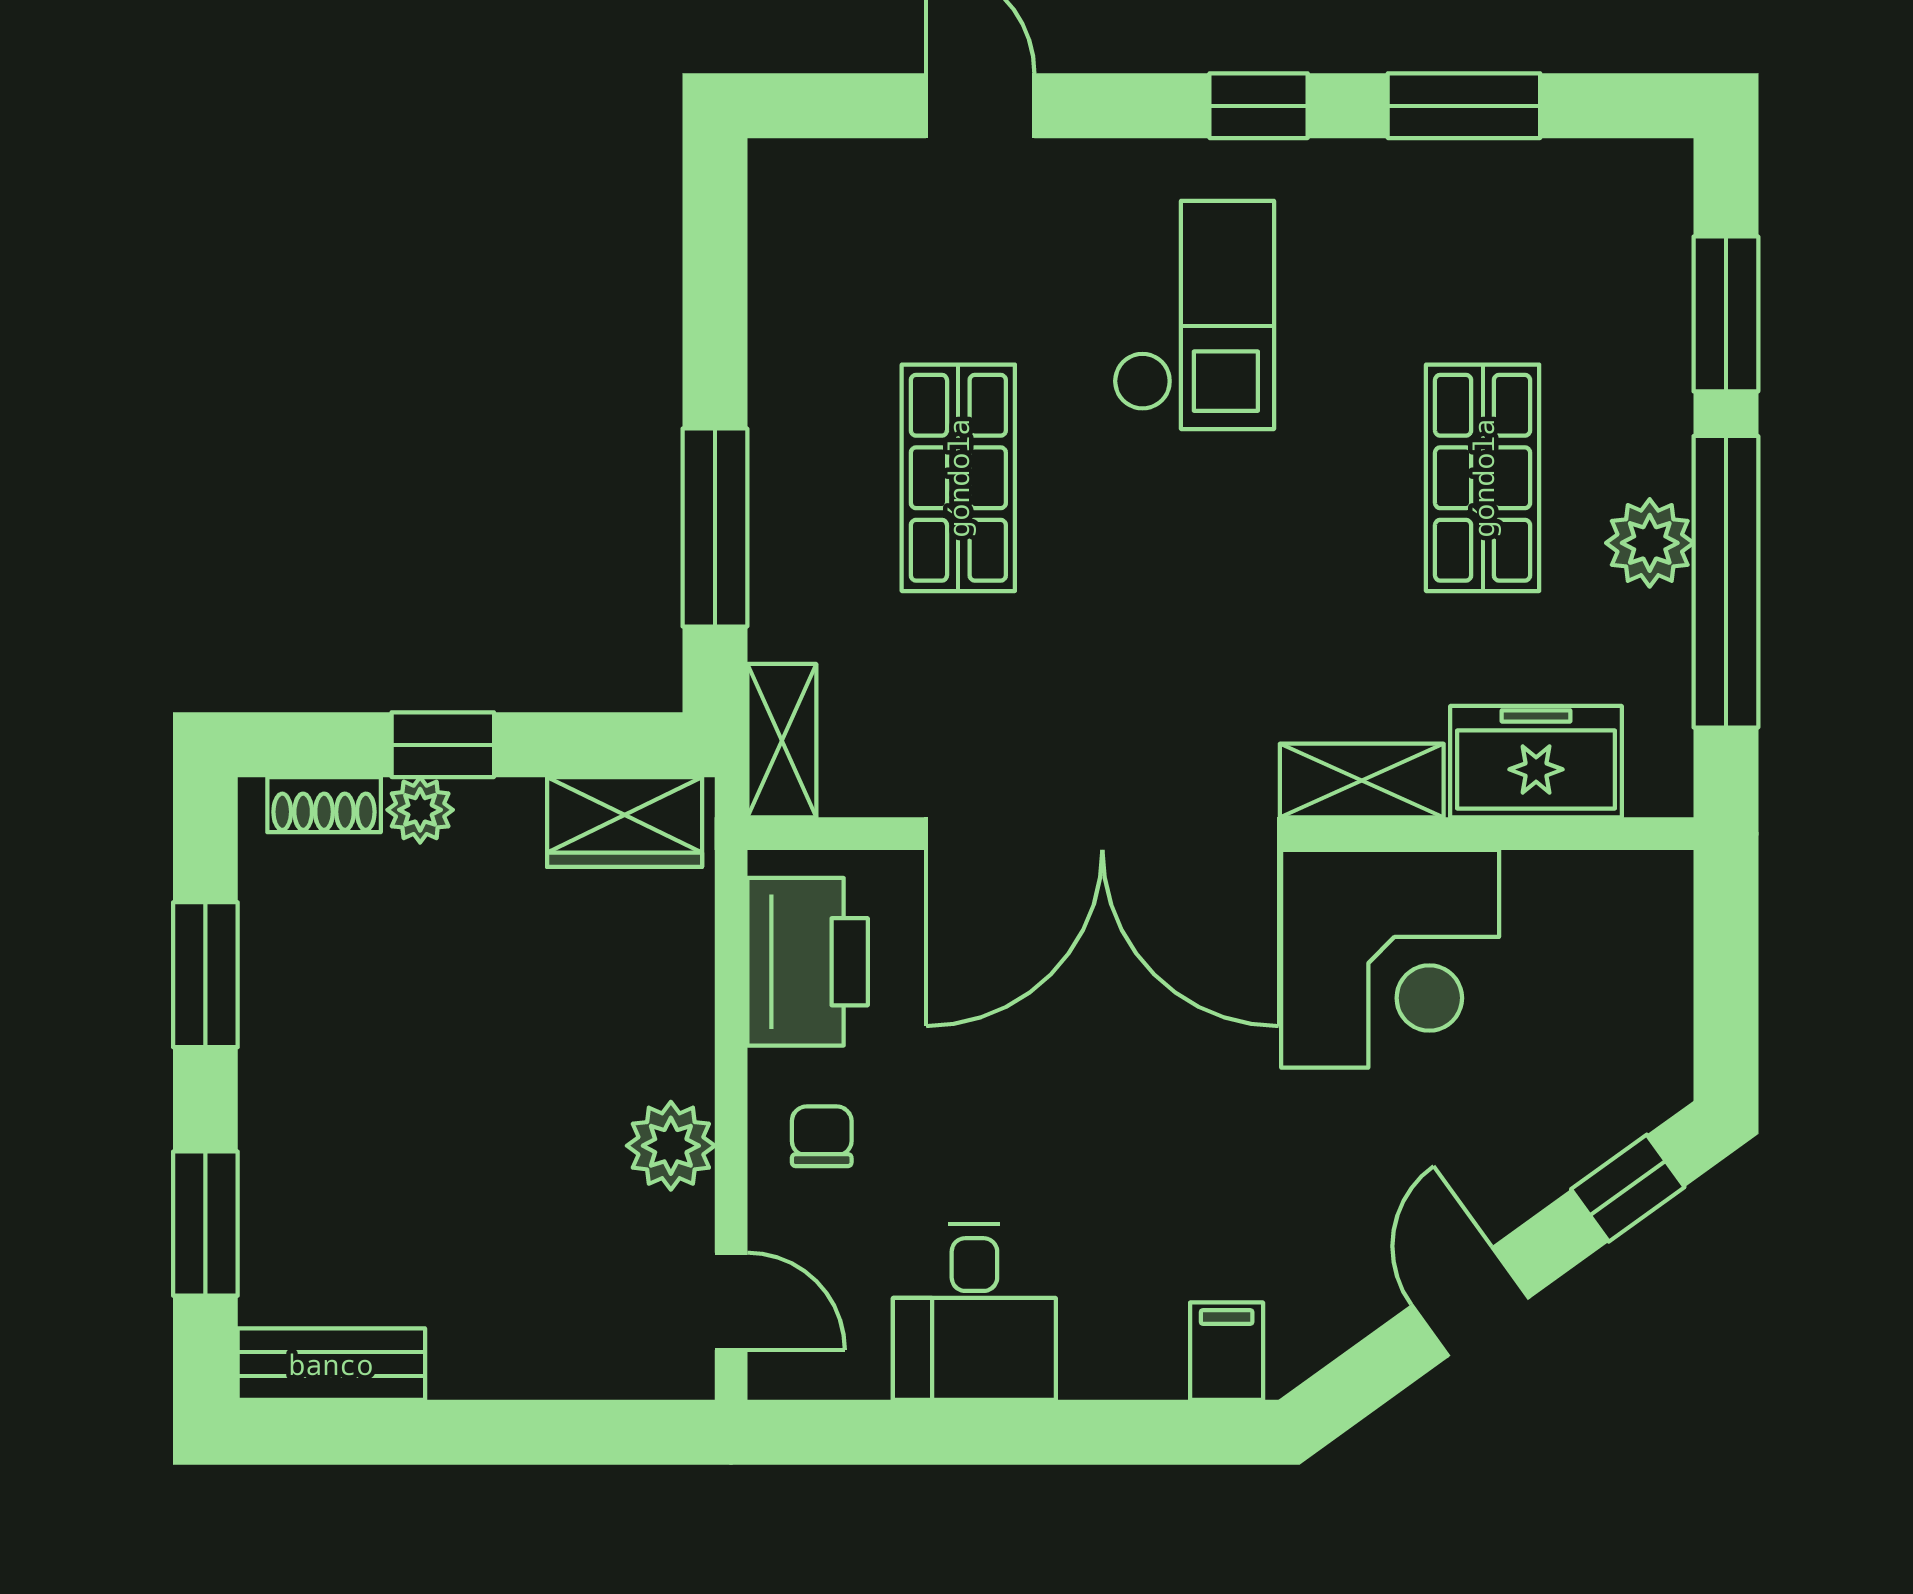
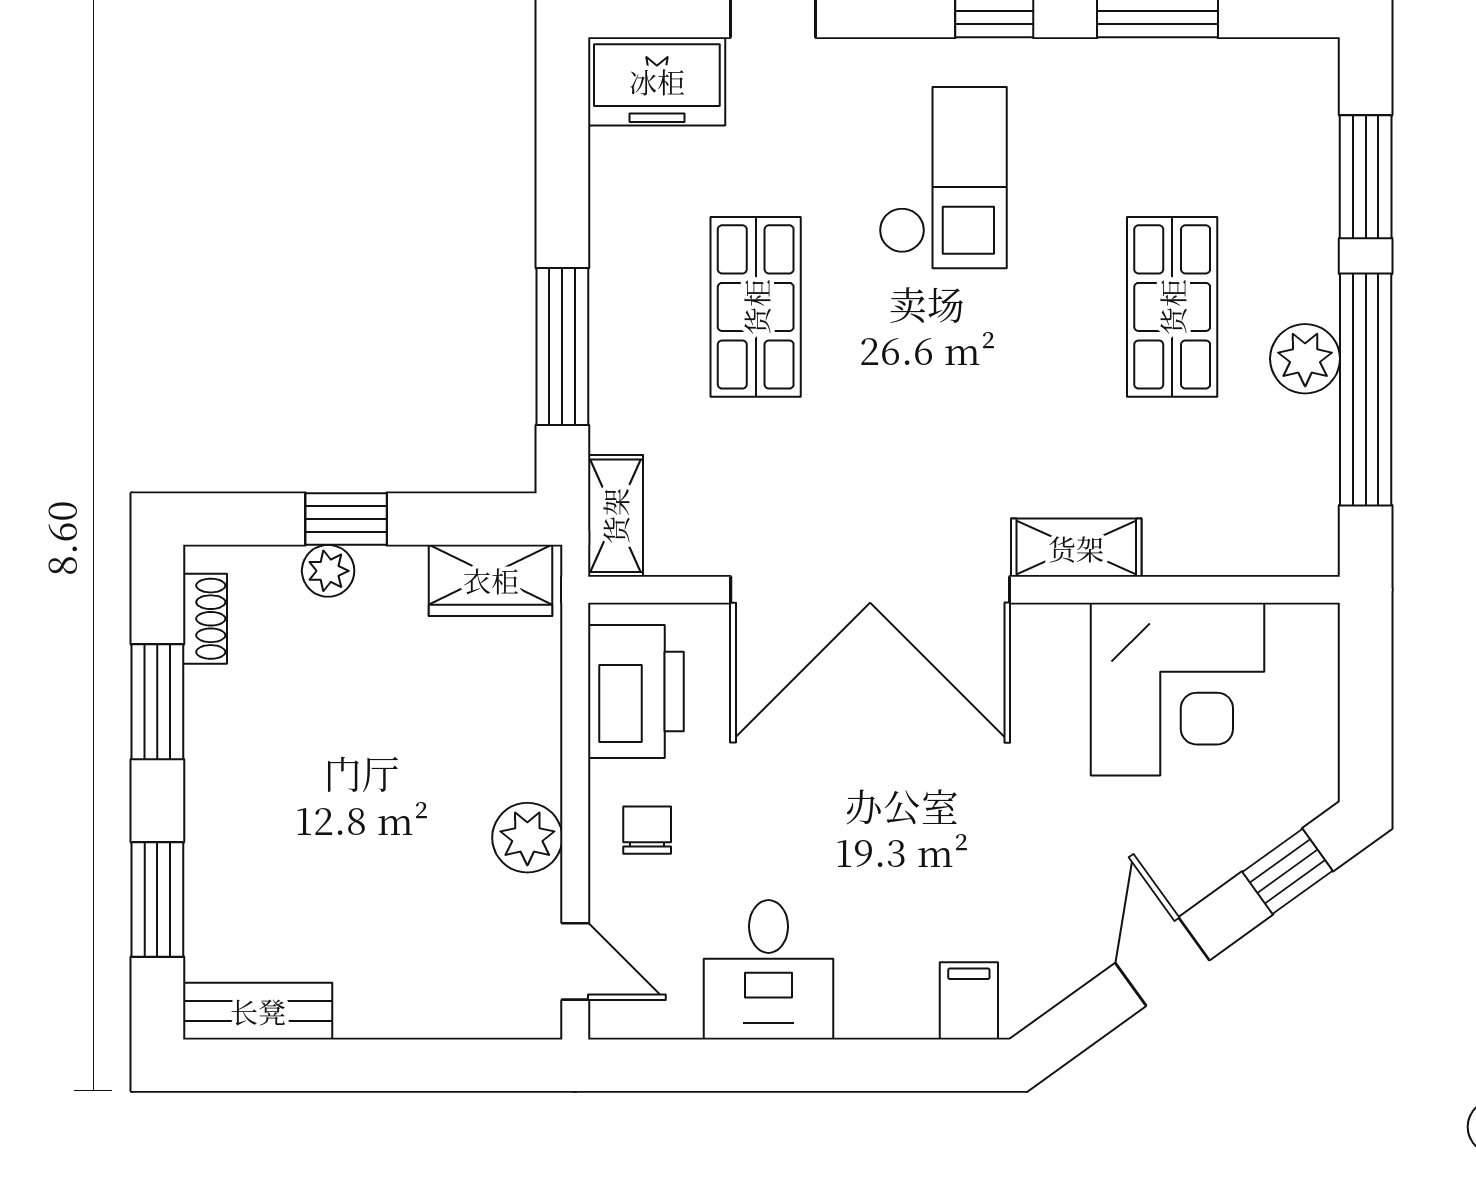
freezer: (1536, 762) -> (657, 81), moved, turned 180
shoe rack: (324, 805) -> (205, 619), moved, turned -90
corner desk: (1390, 959) -> (1178, 689), moved

